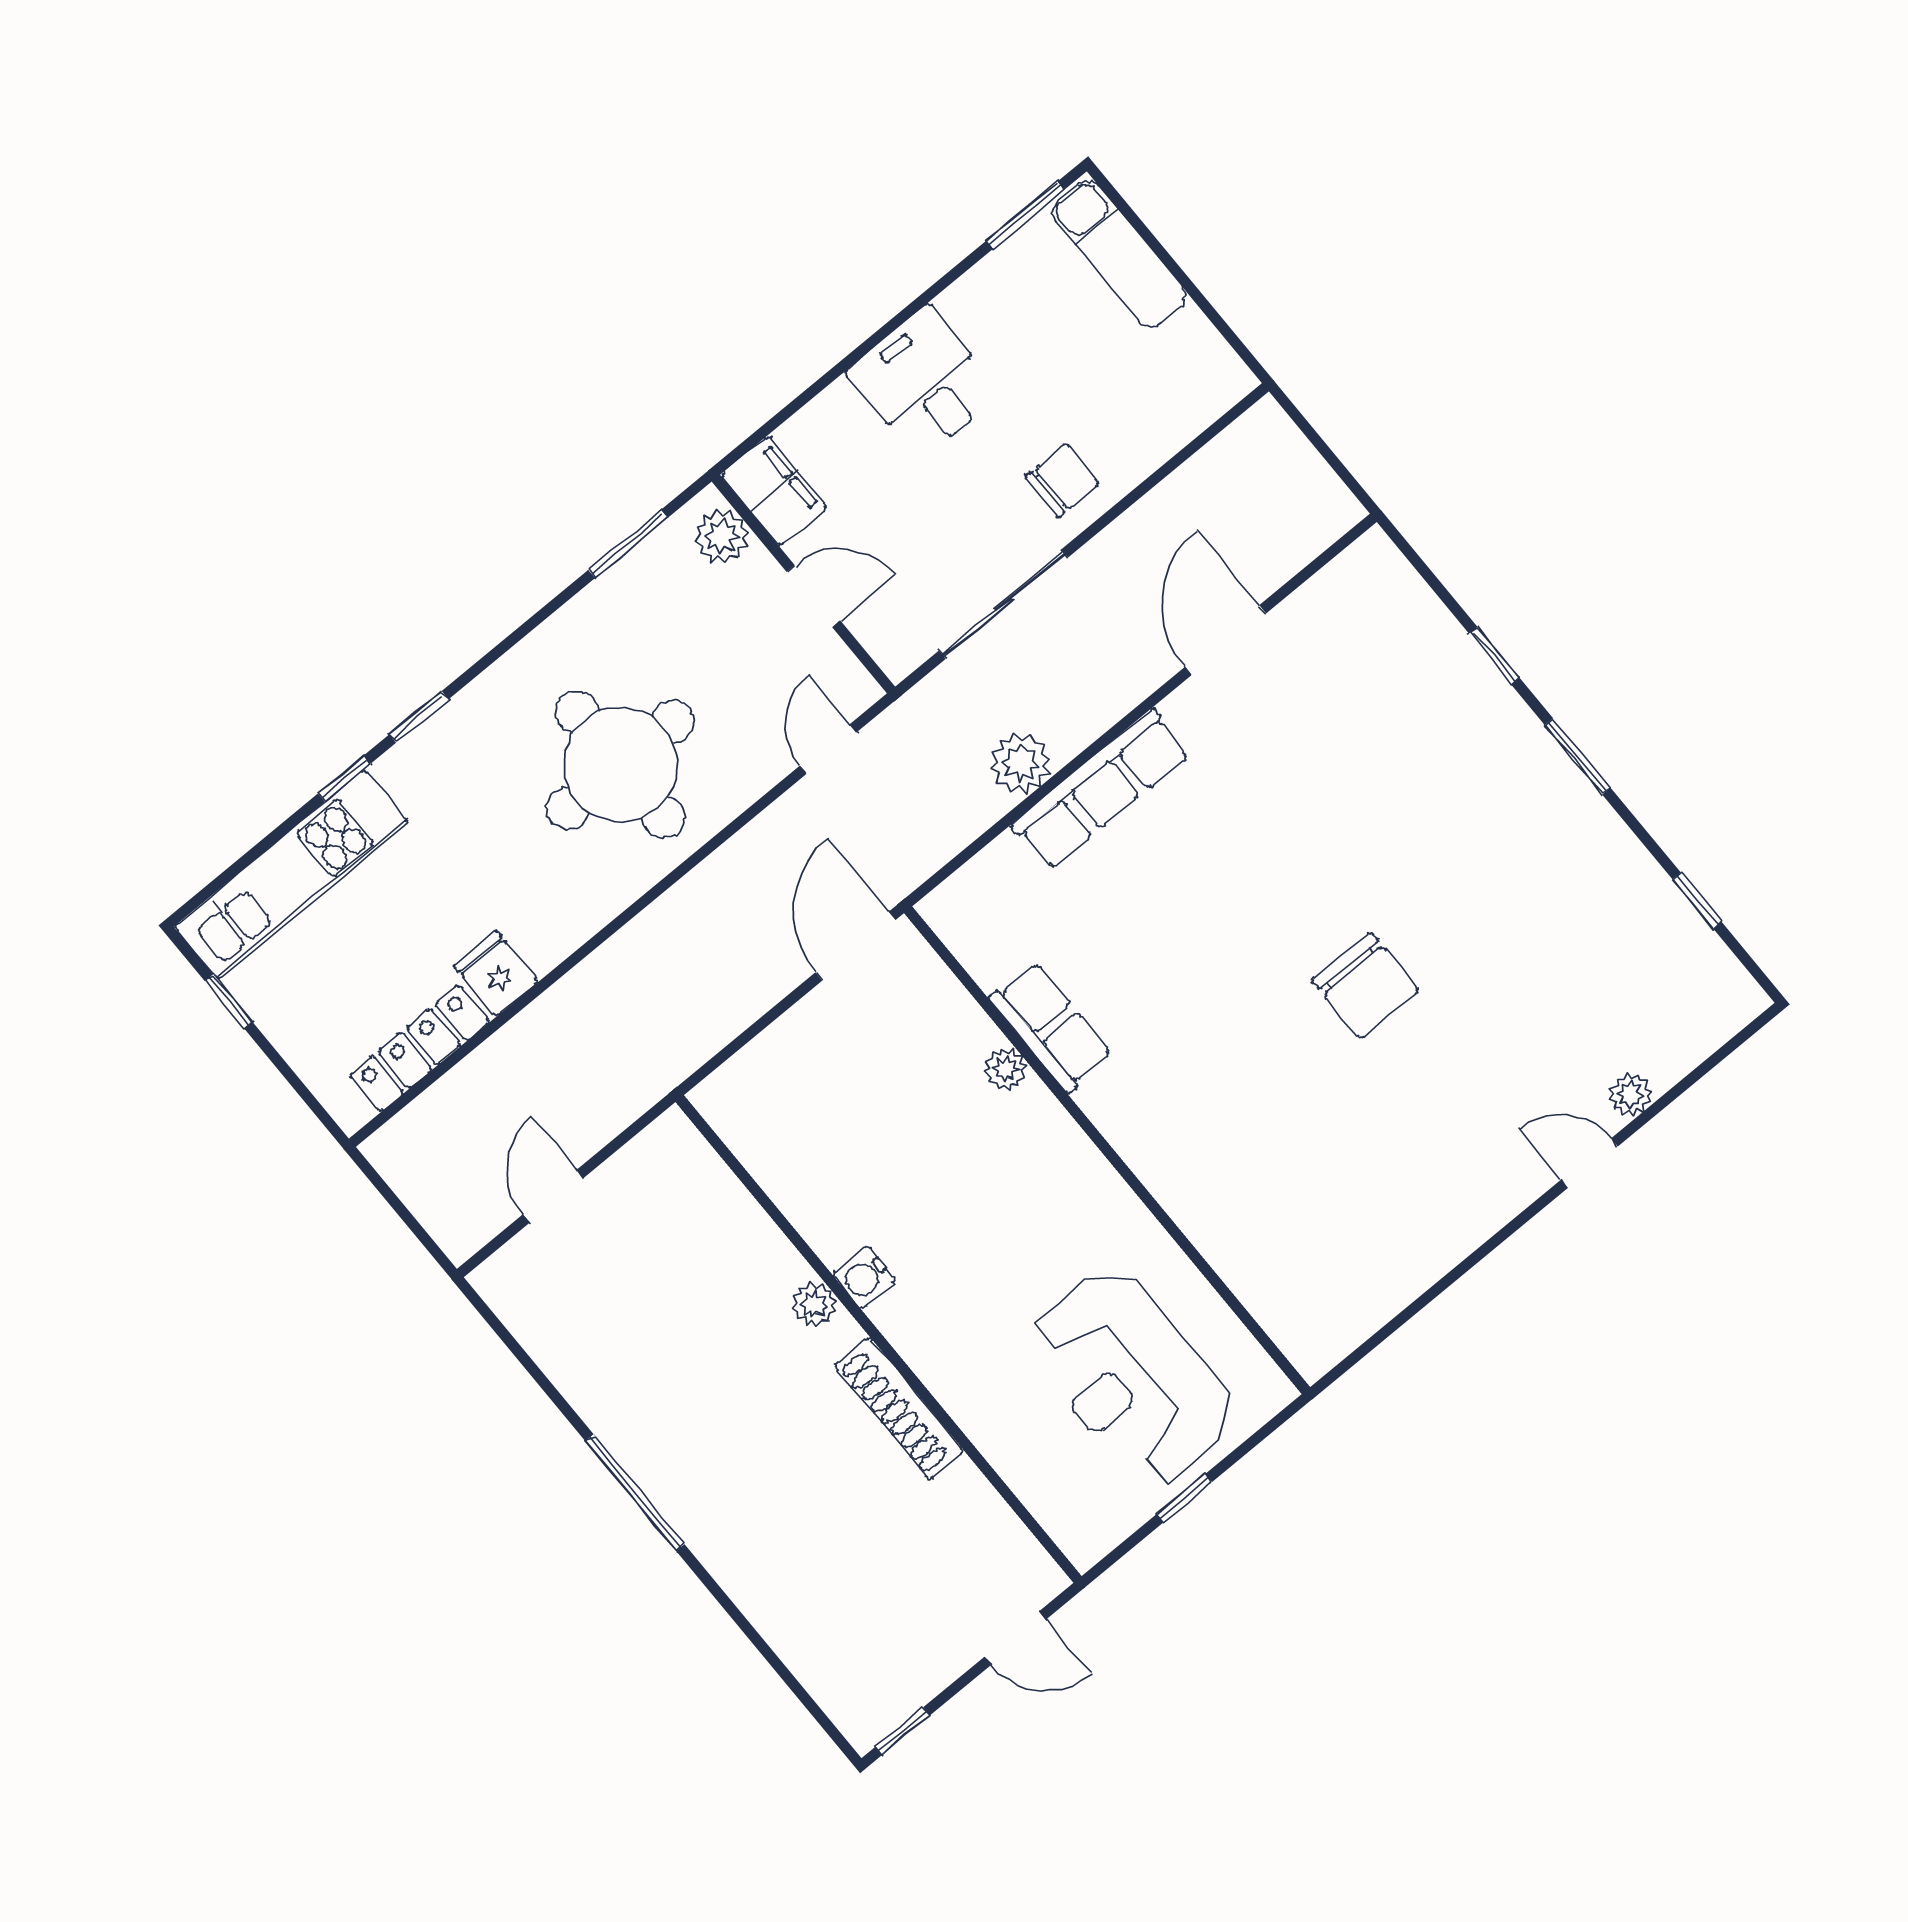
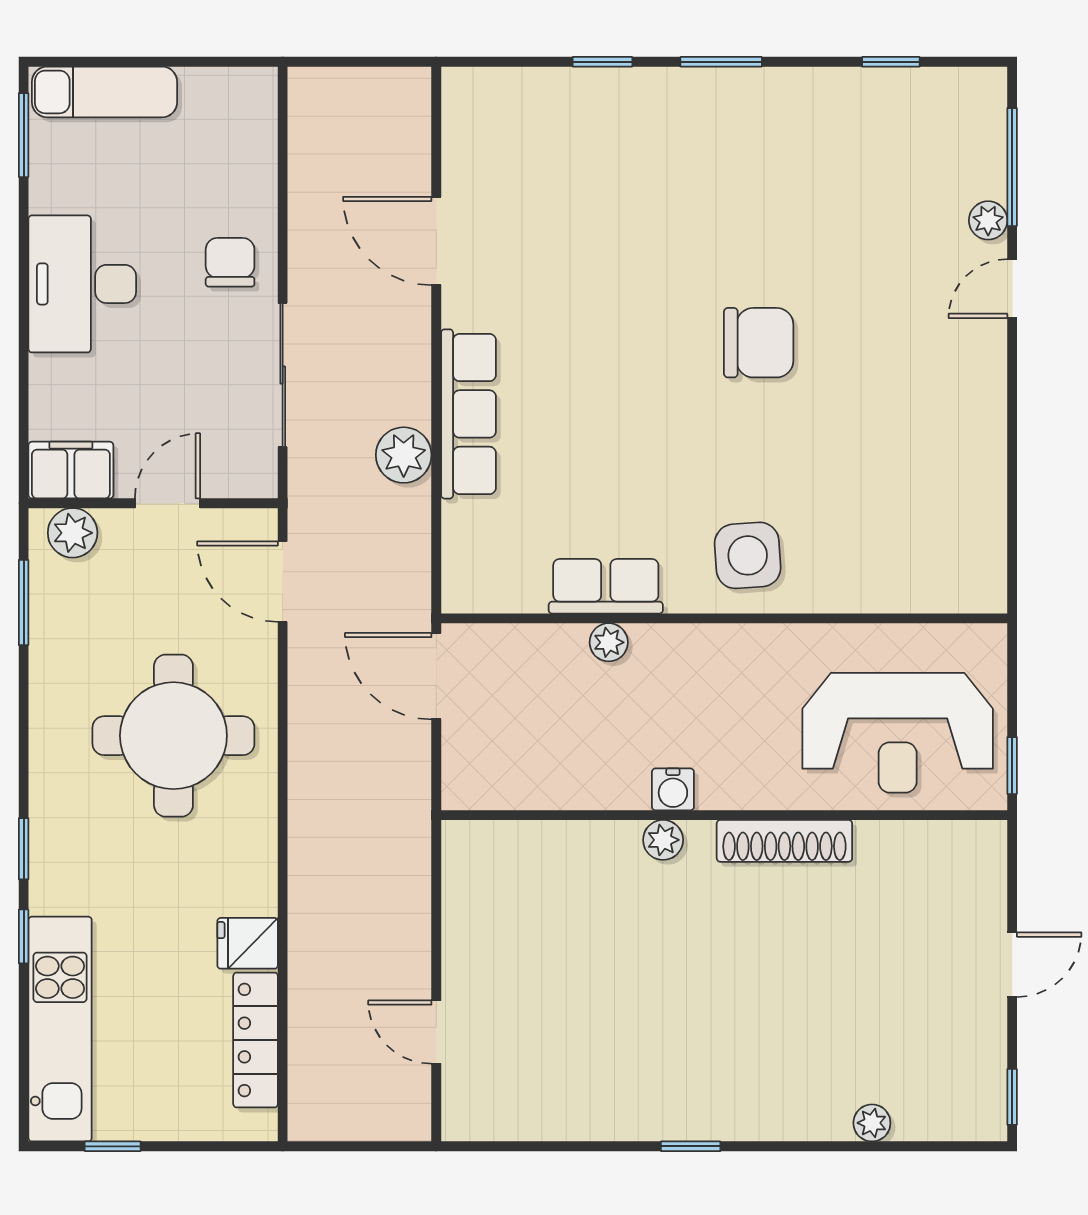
desk: (924, 383) -> (82, 284), width x1.37
door: (828, 749) -> (283, 582), width x1.38
window: (1693, 1078) -> (1012, 167), added
side table: (1177, 1126) -> (748, 555), added
water cooler: (865, 1277) -> (673, 789), moved
plant: (815, 1304) -> (663, 840), moved
wall: (879, 1339) -> (724, 815), moved
shoe rack: (899, 1408) -> (784, 841), moved
window: (635, 1493) -> (691, 1146), width x0.46
plant: (782, 1630) -> (872, 1123), added

